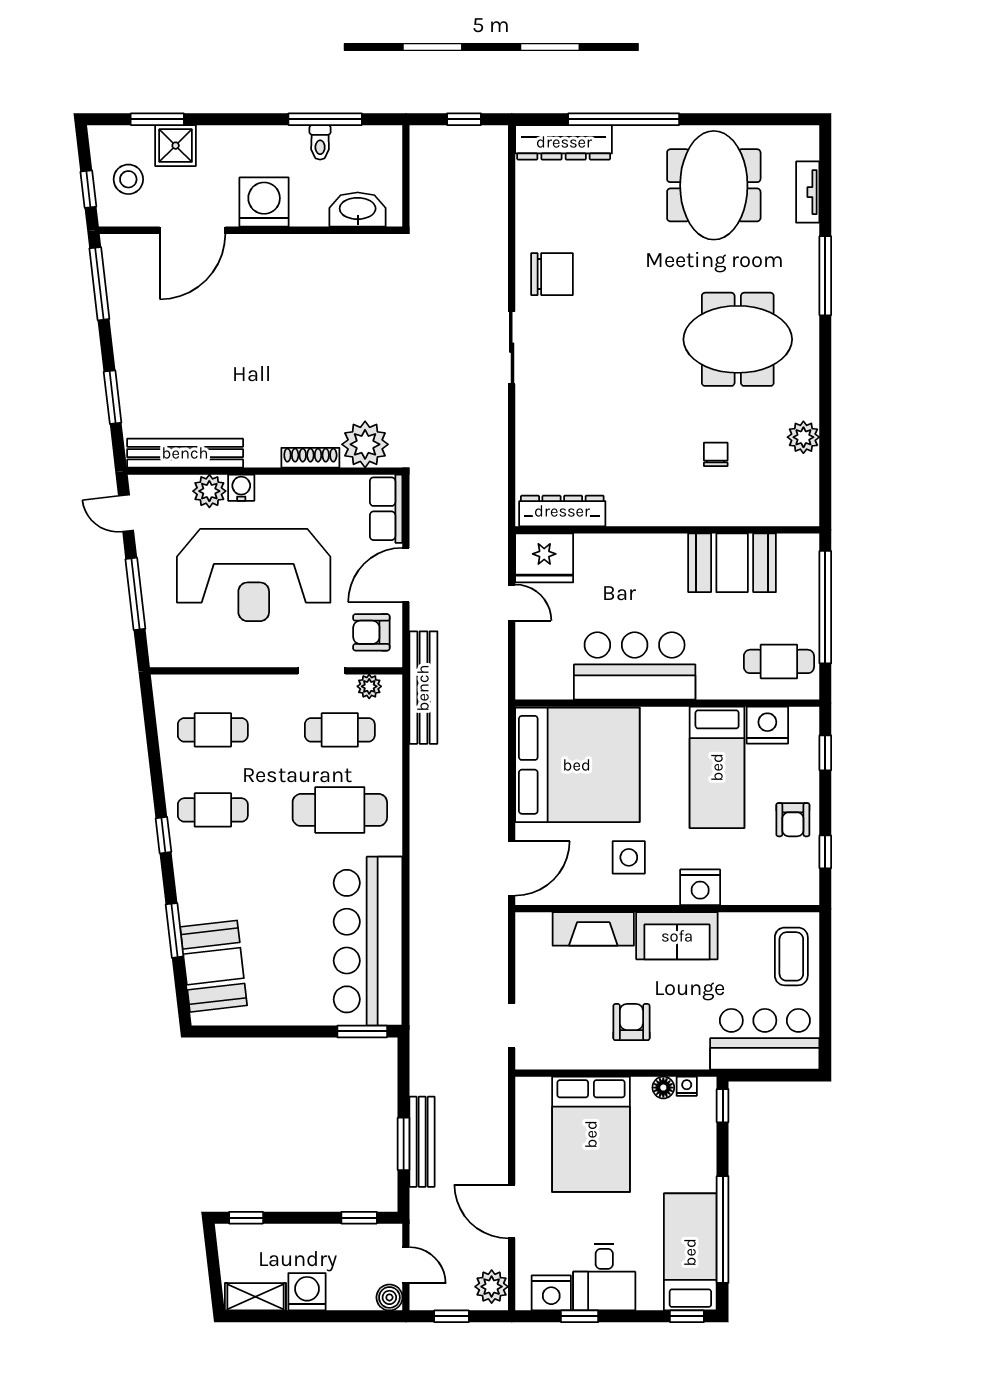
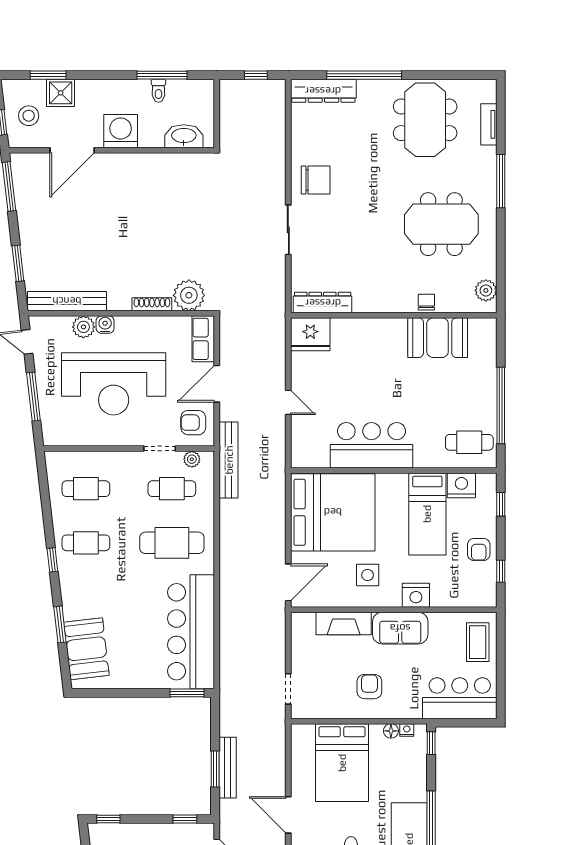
dresser: (562, 511) -> (323, 303), moved
wall: (667, 530) -> (394, 315), moved
fridge: (544, 558) -> (310, 334), moved
booth: (732, 563) -> (438, 338), moved

